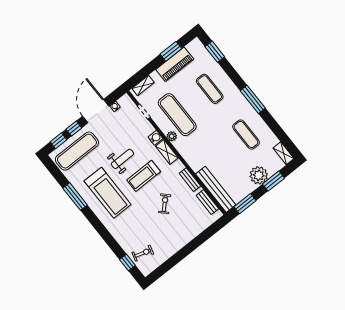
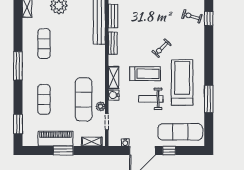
window: (171, 51) -> (63, 151), moved
plant: (172, 136) -> (101, 106), moved
window: (59, 141) -> (188, 151), removed
exercise bike: (165, 204) -> (161, 48), moved

